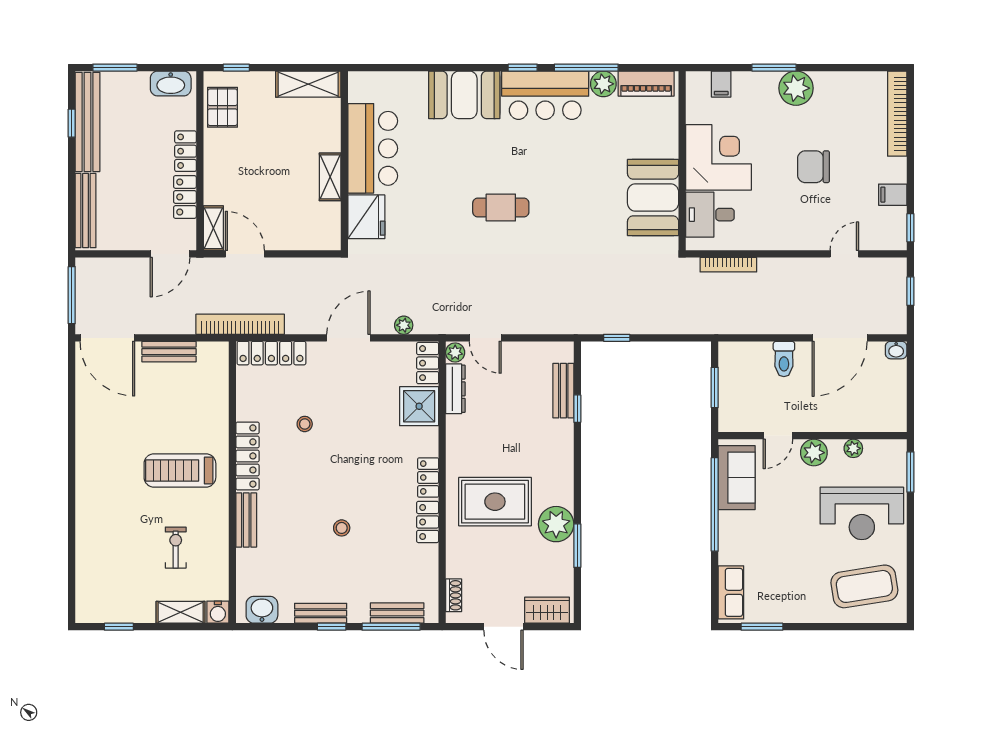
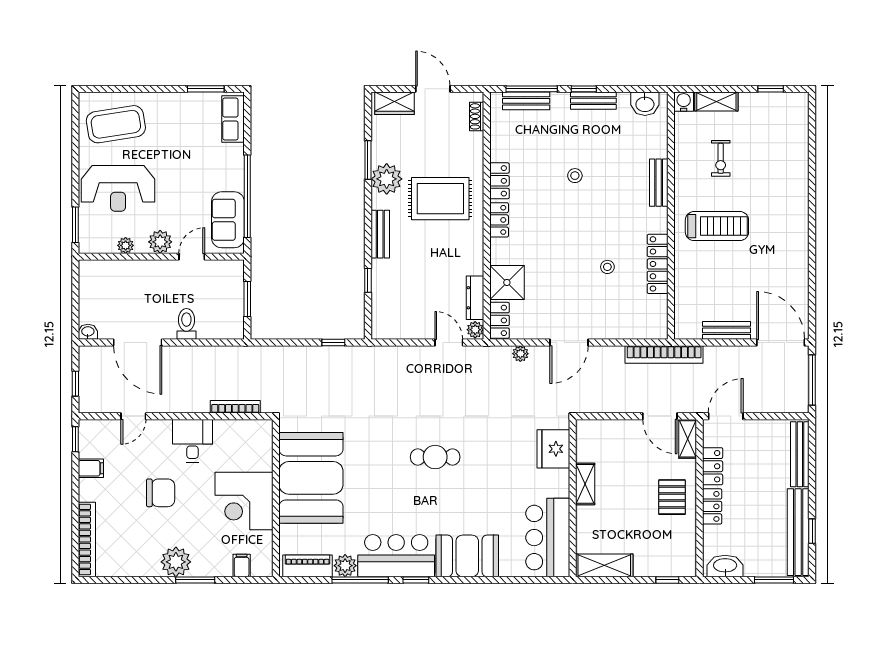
pallet: (223, 107) -> (672, 497), moved
bar counter: (373, 148) -> (548, 538), moved
booth: (653, 198) -> (311, 478), width x1.36, depth x1.42
desk: (710, 215) -> (192, 441), moved, turned -90
door: (840, 338) -> (138, 343), swing flipped
locker: (271, 353) -> (637, 329), removed
bench: (563, 391) -> (380, 234), moved
locker: (248, 456) -> (658, 264), moved
reception desk: (862, 513) -> (118, 188), turned 180

